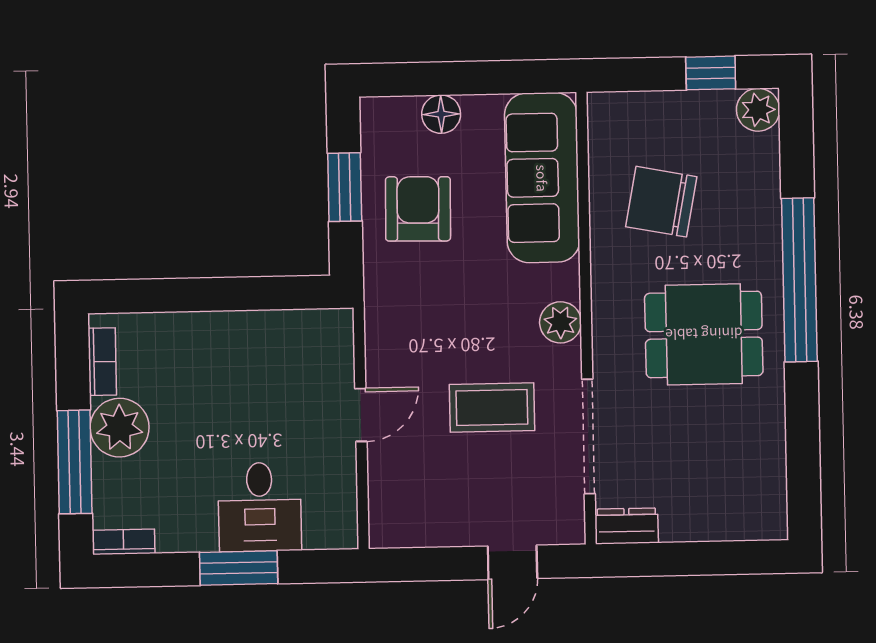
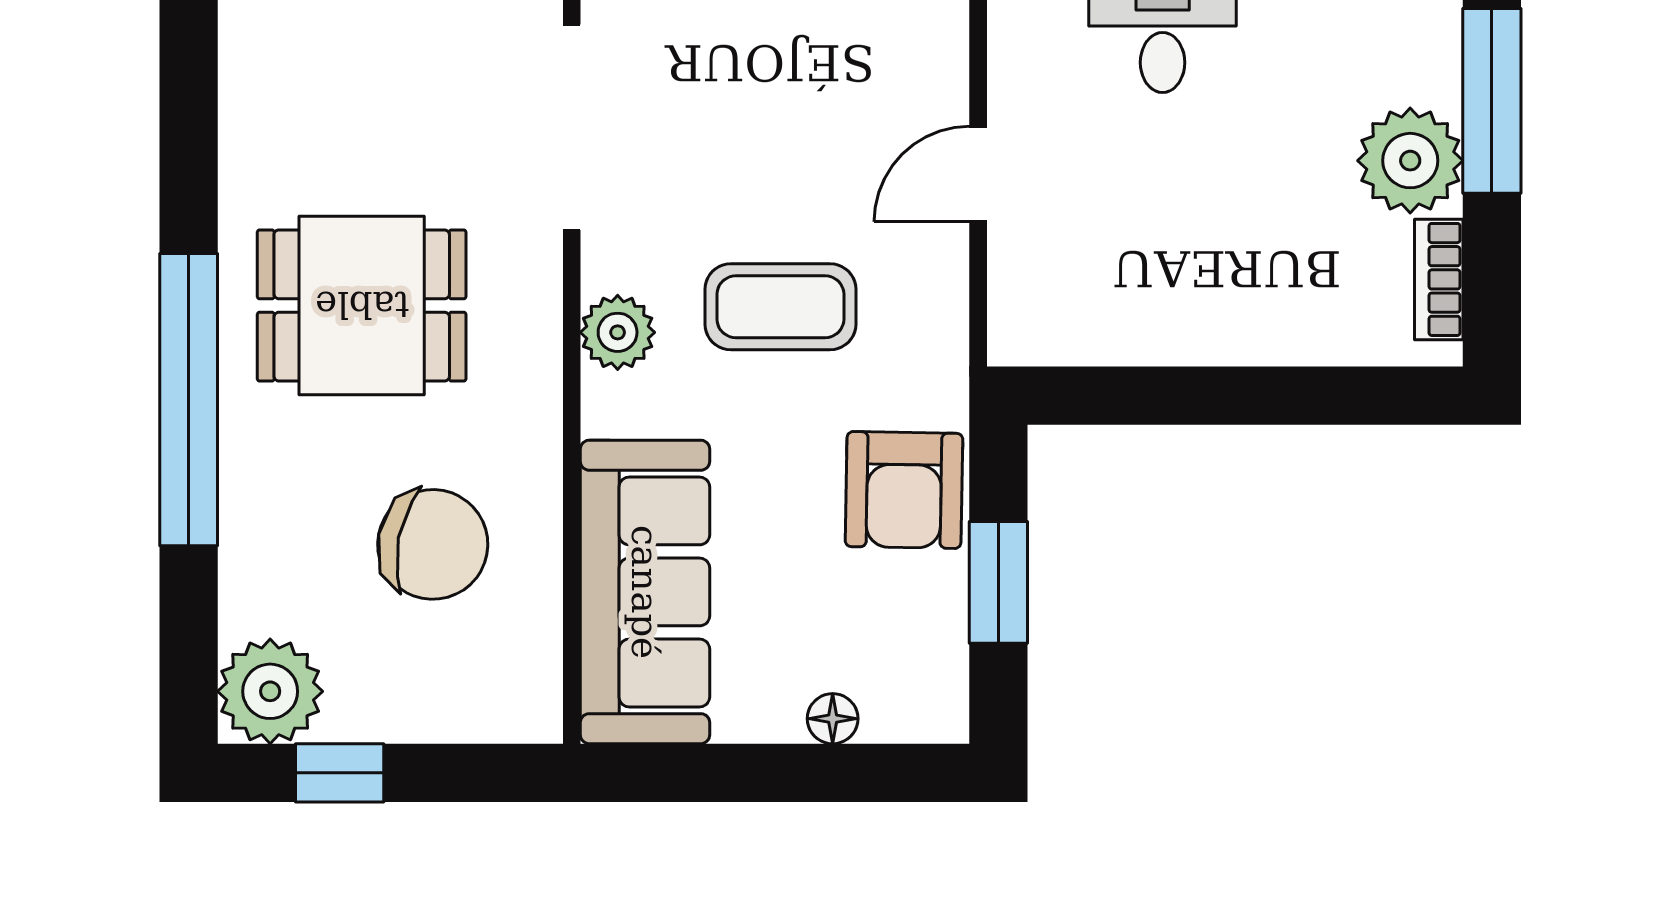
plant: (758, 110) -> (270, 691), width x1.36, depth x1.36
floor lamp: (441, 114) -> (833, 719), width x0.73, depth x0.73
armchair: (418, 209) -> (904, 490), moved
coffee table: (492, 408) -> (780, 307), moved

